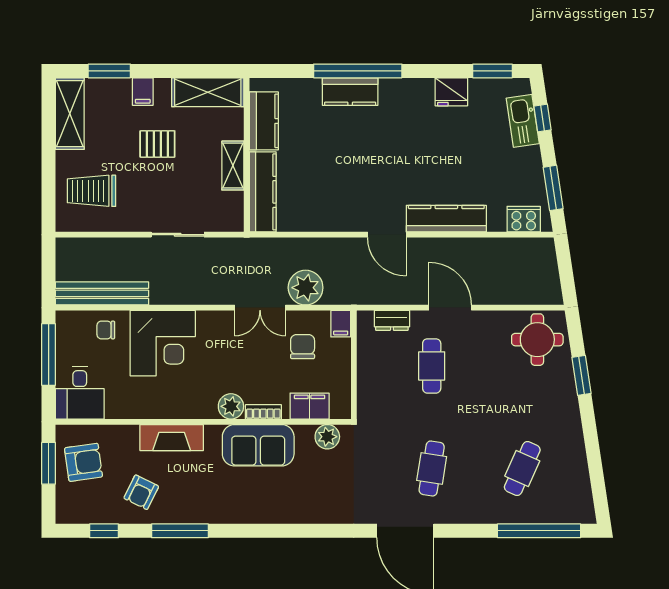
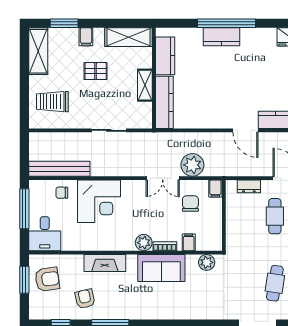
filing cabinet: (310, 406) -> (189, 242), width x0.50
armchair: (141, 492) -> (85, 299), turned 141

